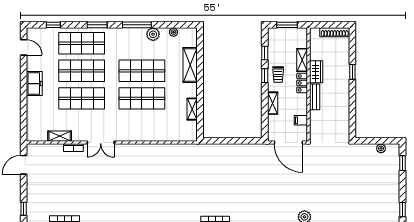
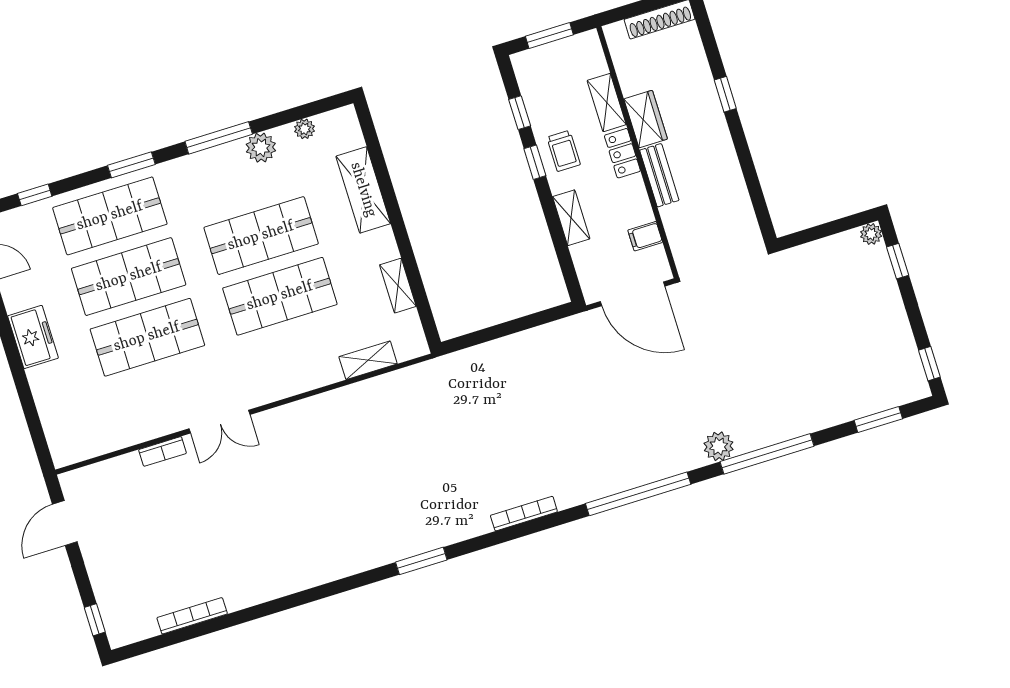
shelving: (60, 136) -> (368, 360), moved
plant: (381, 148) -> (871, 234), moved

